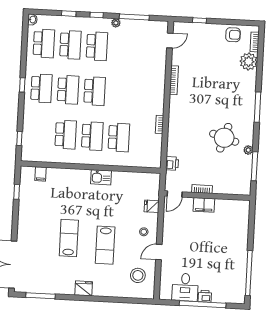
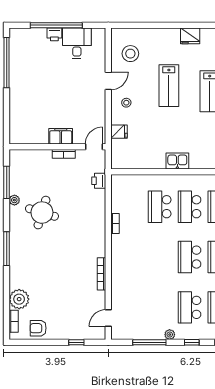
lab bench: (105, 245) -> (169, 86), turned 180

